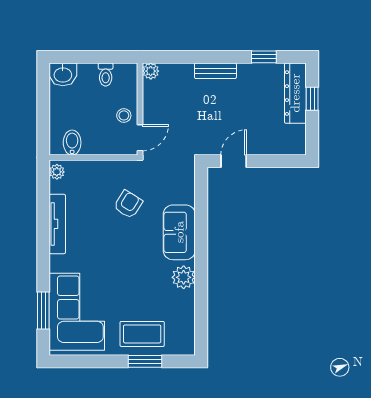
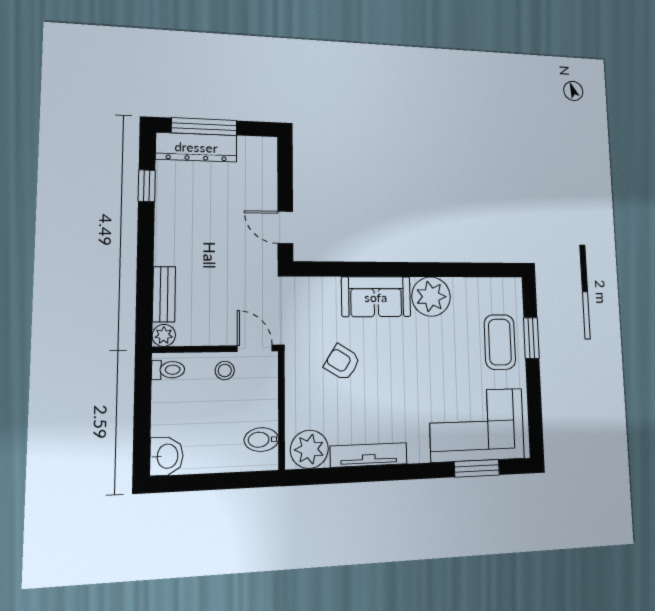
bench: (215, 71) -> (164, 294), moved
toilet: (106, 74) -> (168, 370), moved
window: (312, 99) -> (204, 127), width x2.17
plant: (57, 172) -> (309, 449), width x1.87, depth x1.87
plant: (184, 277) -> (431, 297), width x1.36, depth x1.36

